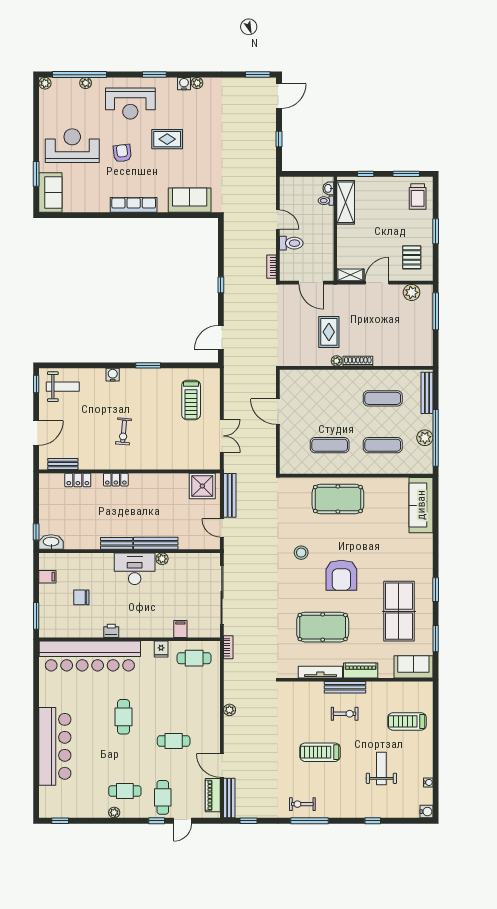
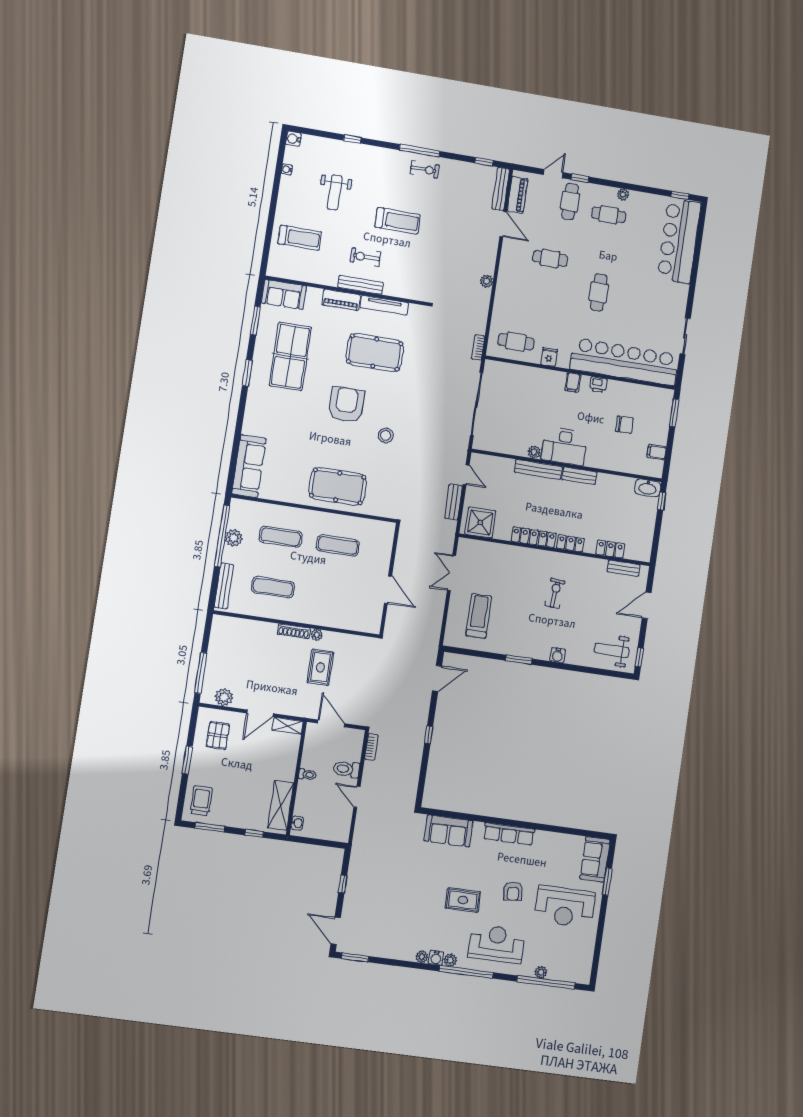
window: (154, 75) -> (466, 972), width x2.11
plant: (45, 83) -> (450, 960), moved
door: (279, 96) -> (336, 931), hinge flipped
toilet: (326, 201) -> (307, 775), moved
locker: (151, 480) -> (534, 537), added
bench: (230, 495) -> (454, 502), width x0.73
filing cabinet: (180, 629) -> (573, 382), moved
sliding door: (36, 689) -> (685, 336), added
bar counter: (55, 746) -> (679, 241), moved

